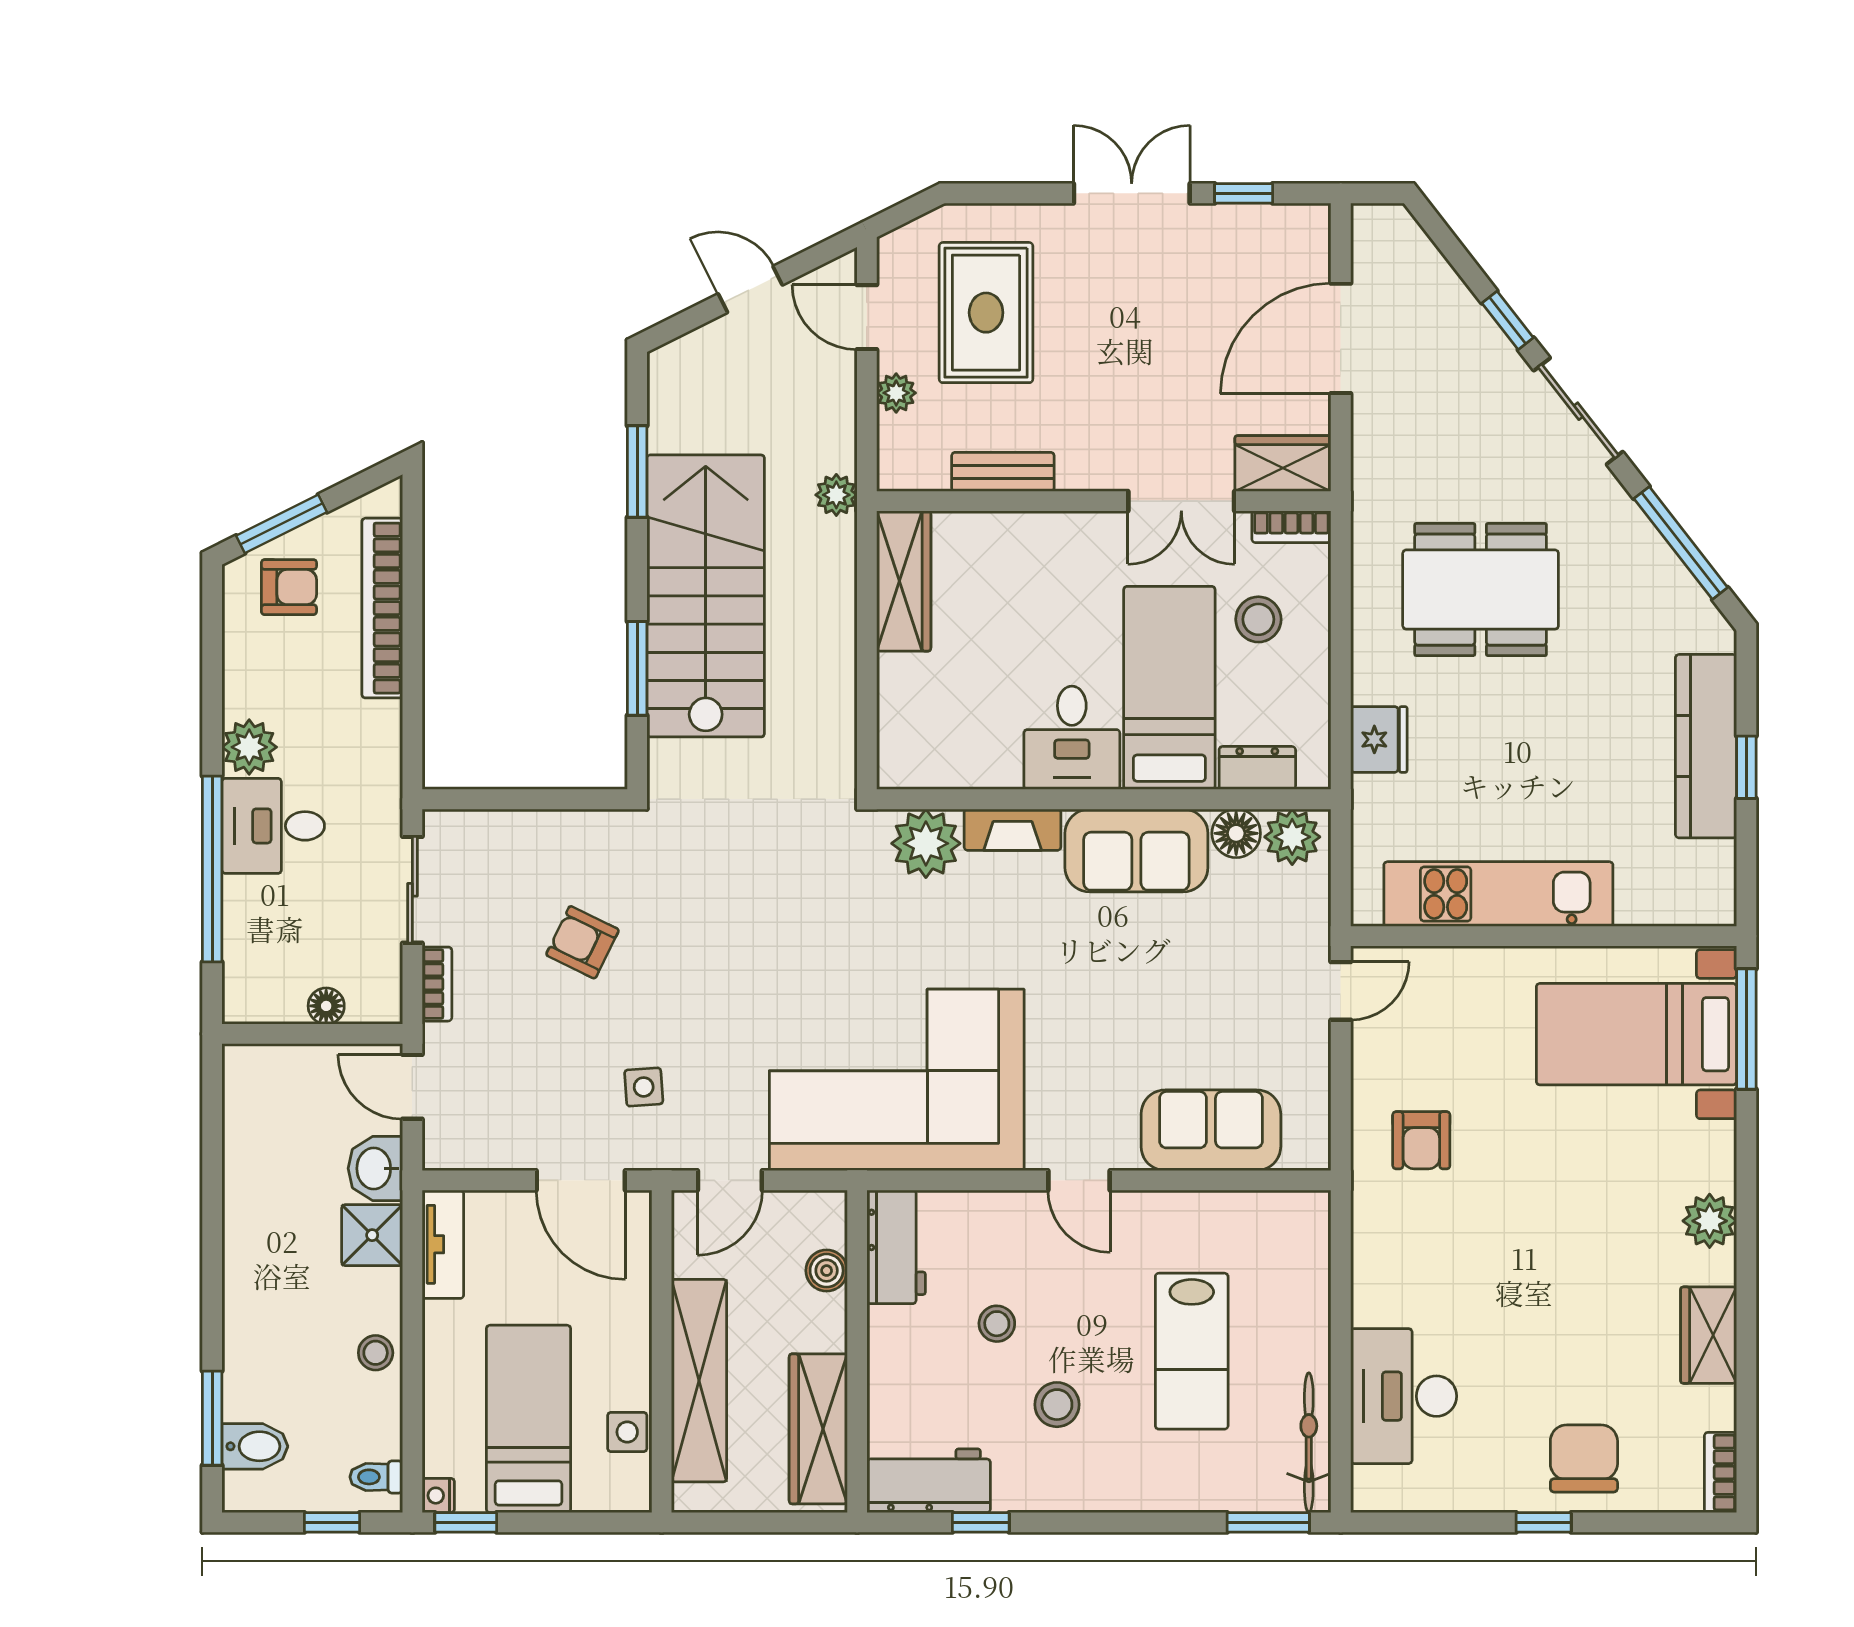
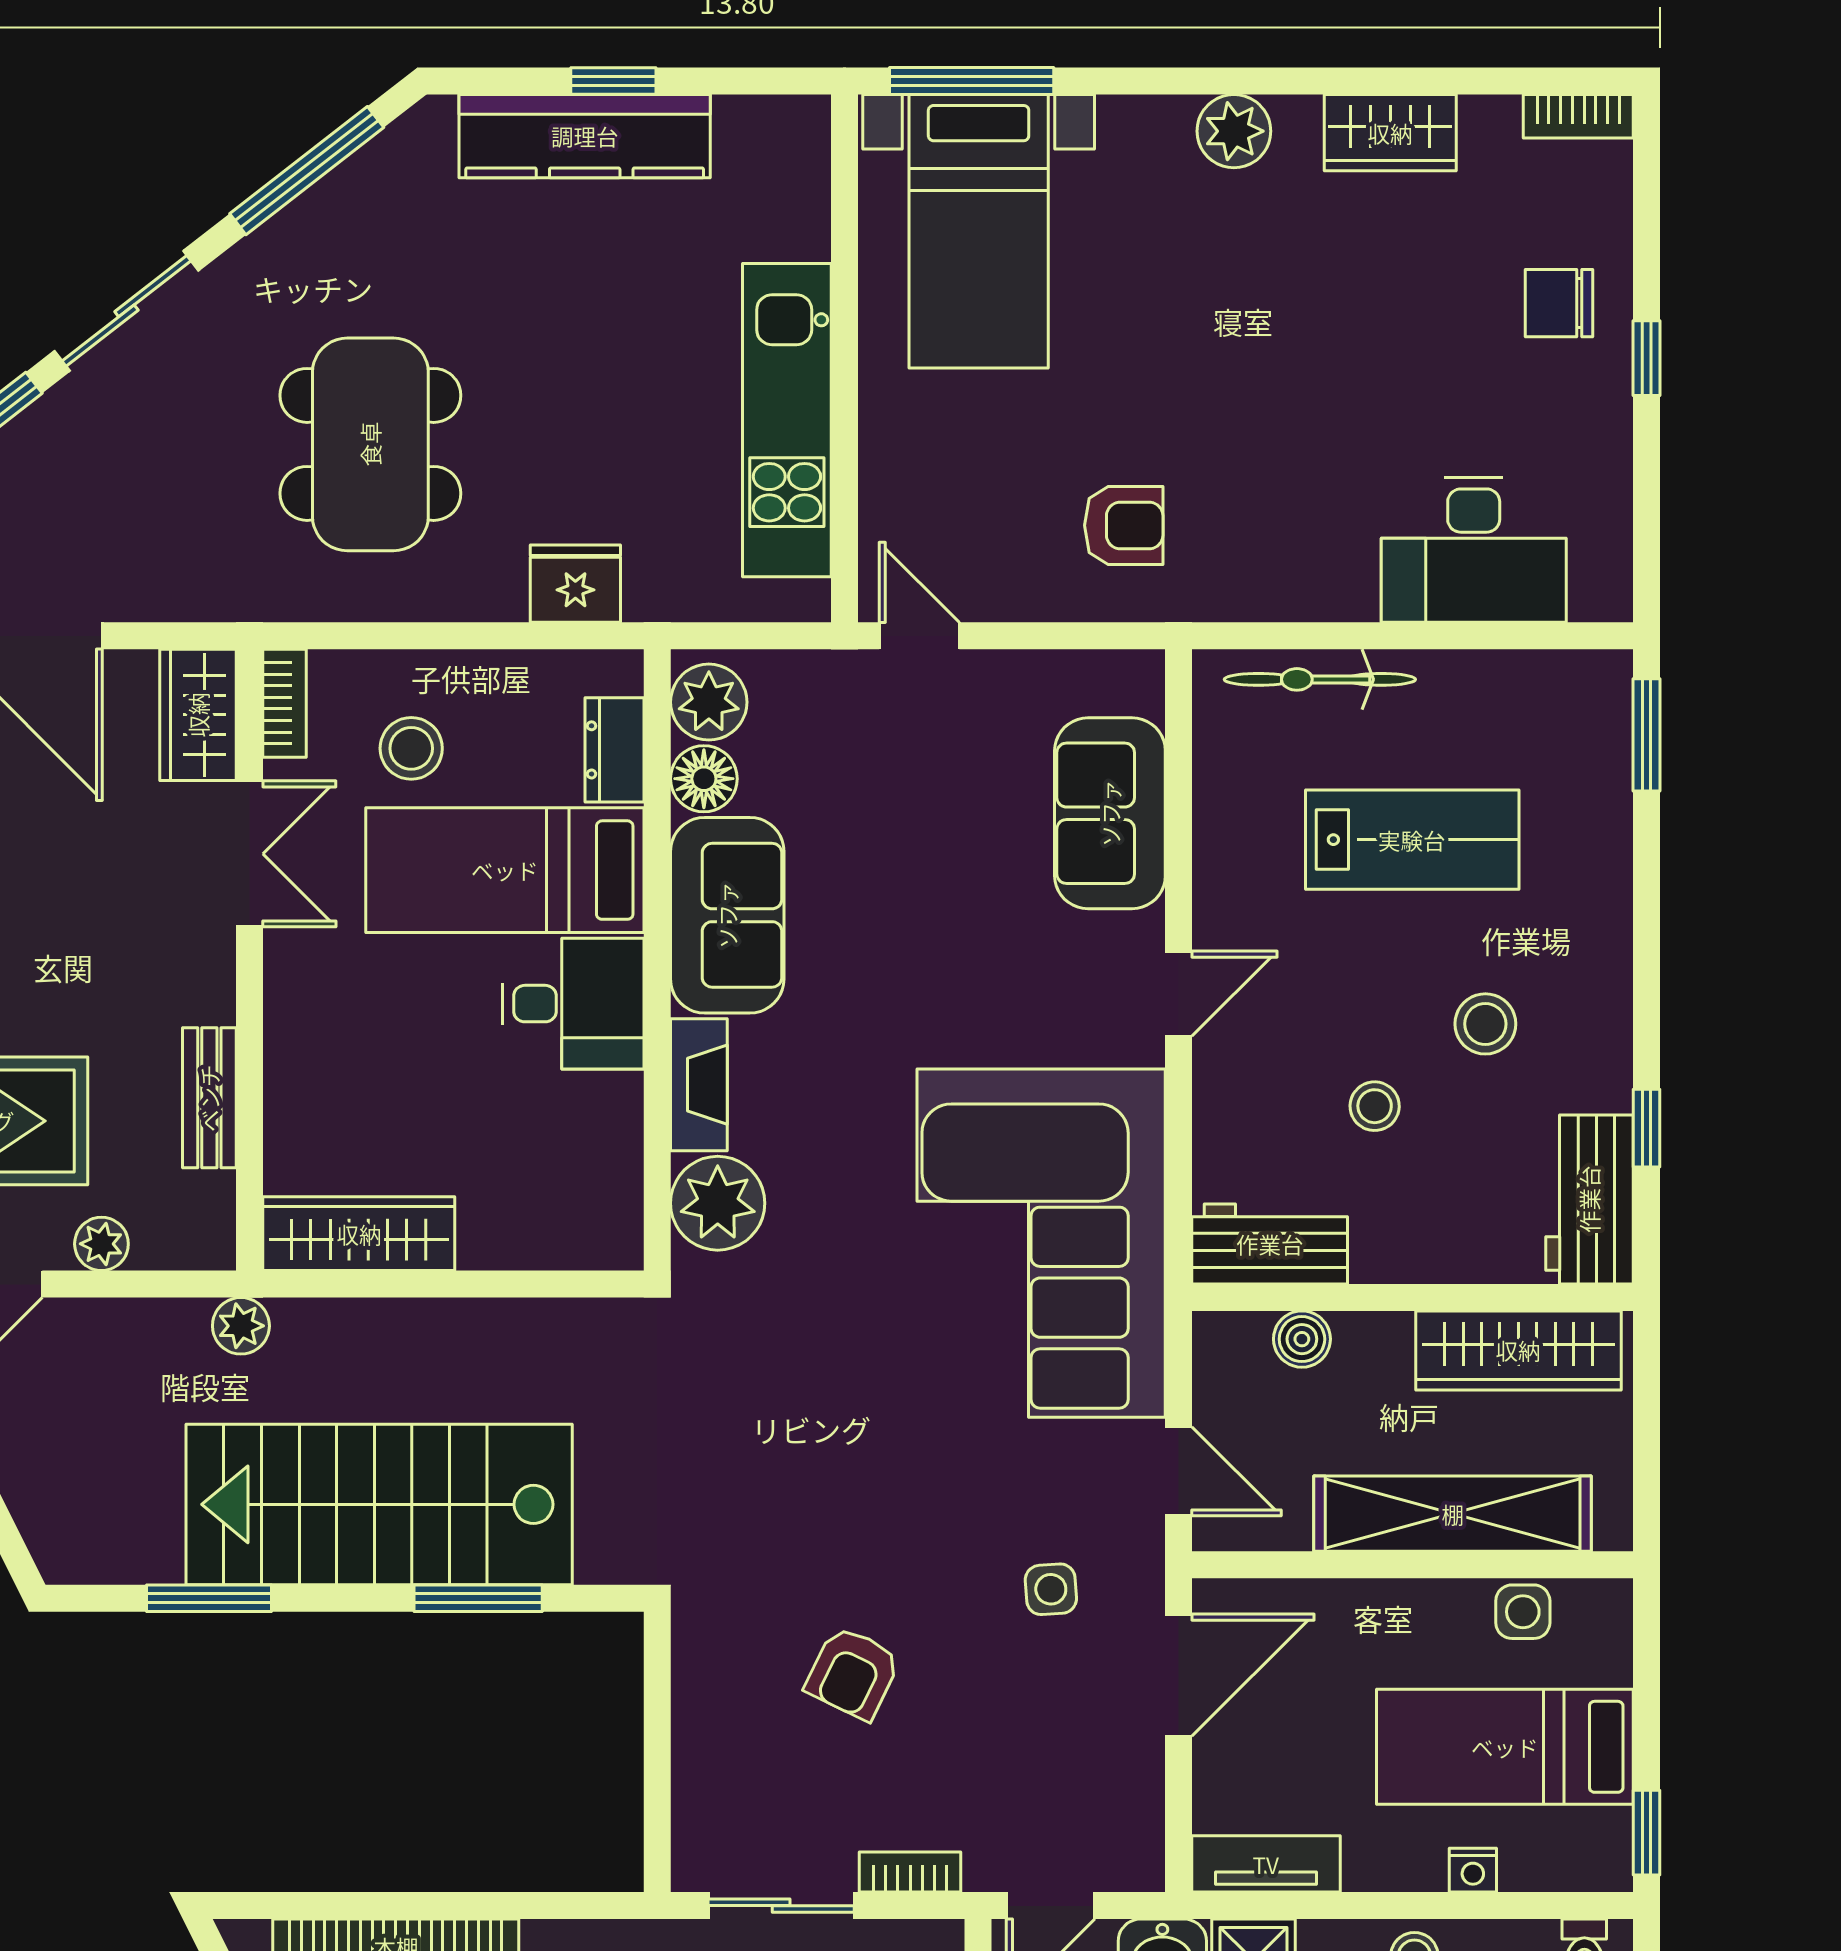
bicycle: (1309, 1443) -> (1320, 679), moved
chair: (1584, 1458) -> (1559, 303), width x0.73, depth x0.73
nightstand: (438, 1496) -> (1473, 1870), moved

